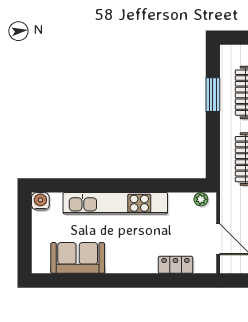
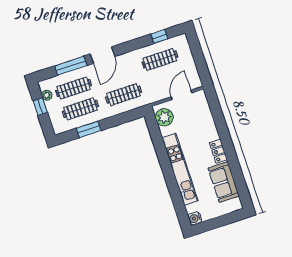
plant: (201, 199) -> (164, 117), width x1.87, depth x1.87
locker: (175, 265) -> (218, 151), moved

